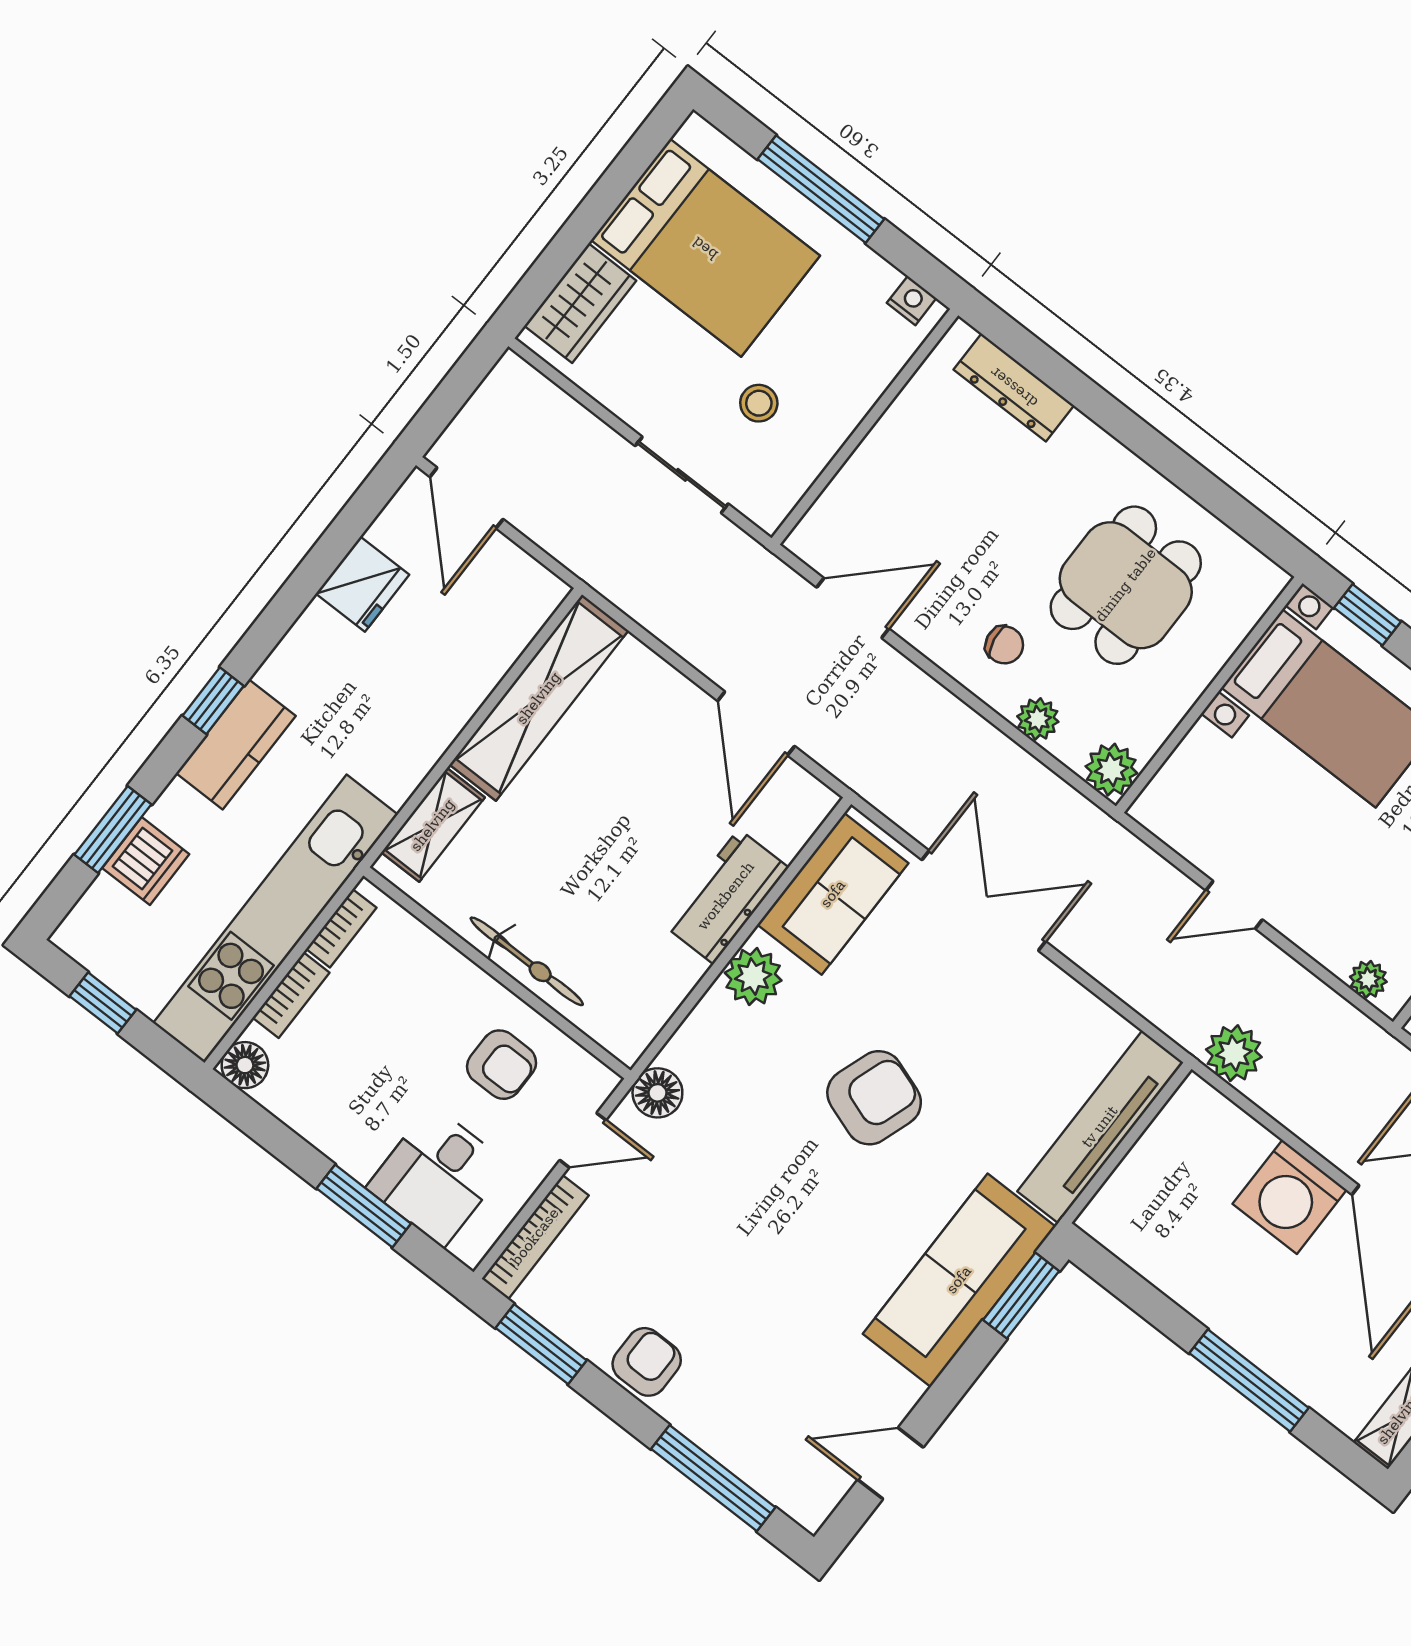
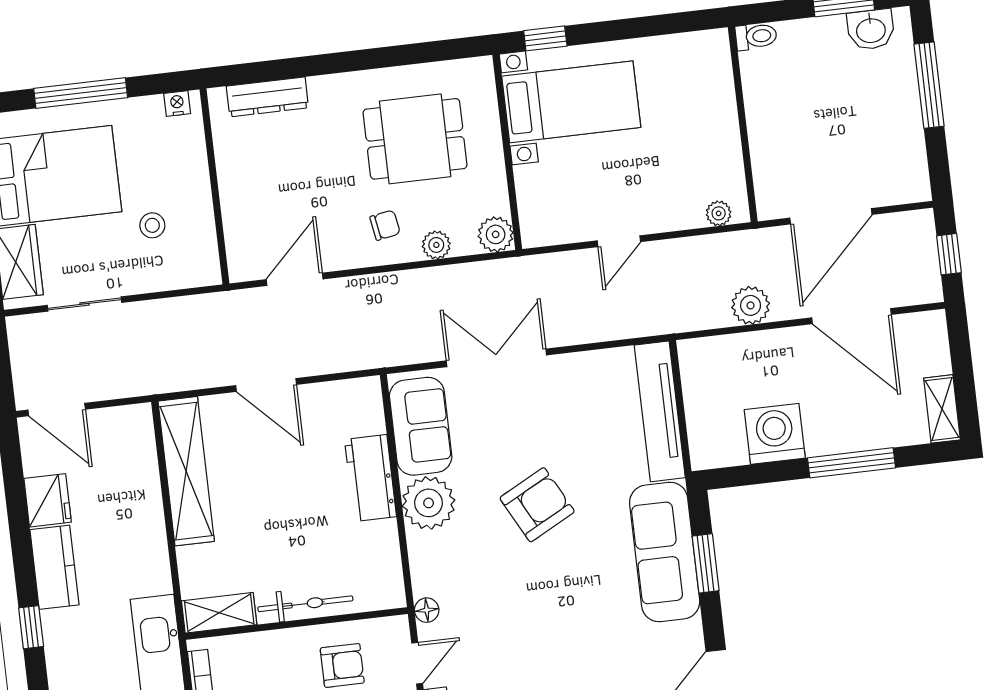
sliding door: (682, 475) -> (84, 304), moved
dining table: (1126, 585) -> (415, 139), turned 90
door: (756, 723) -> (266, 385), moved
kitchen counter: (236, 745) -> (54, 567), moved
shelving: (433, 825) -> (219, 613), moved, turned 90
plant: (753, 977) -> (429, 503), width x1.36, depth x1.36
plant: (1234, 1053) -> (751, 305), moved
floor lamp: (657, 1093) -> (427, 610), width x0.73, depth x0.73
armchair: (874, 1098) -> (537, 505), turned 43
washing machine: (1290, 1197) -> (775, 434), moved, turned 180
window: (1021, 1296) -> (706, 563), moved

